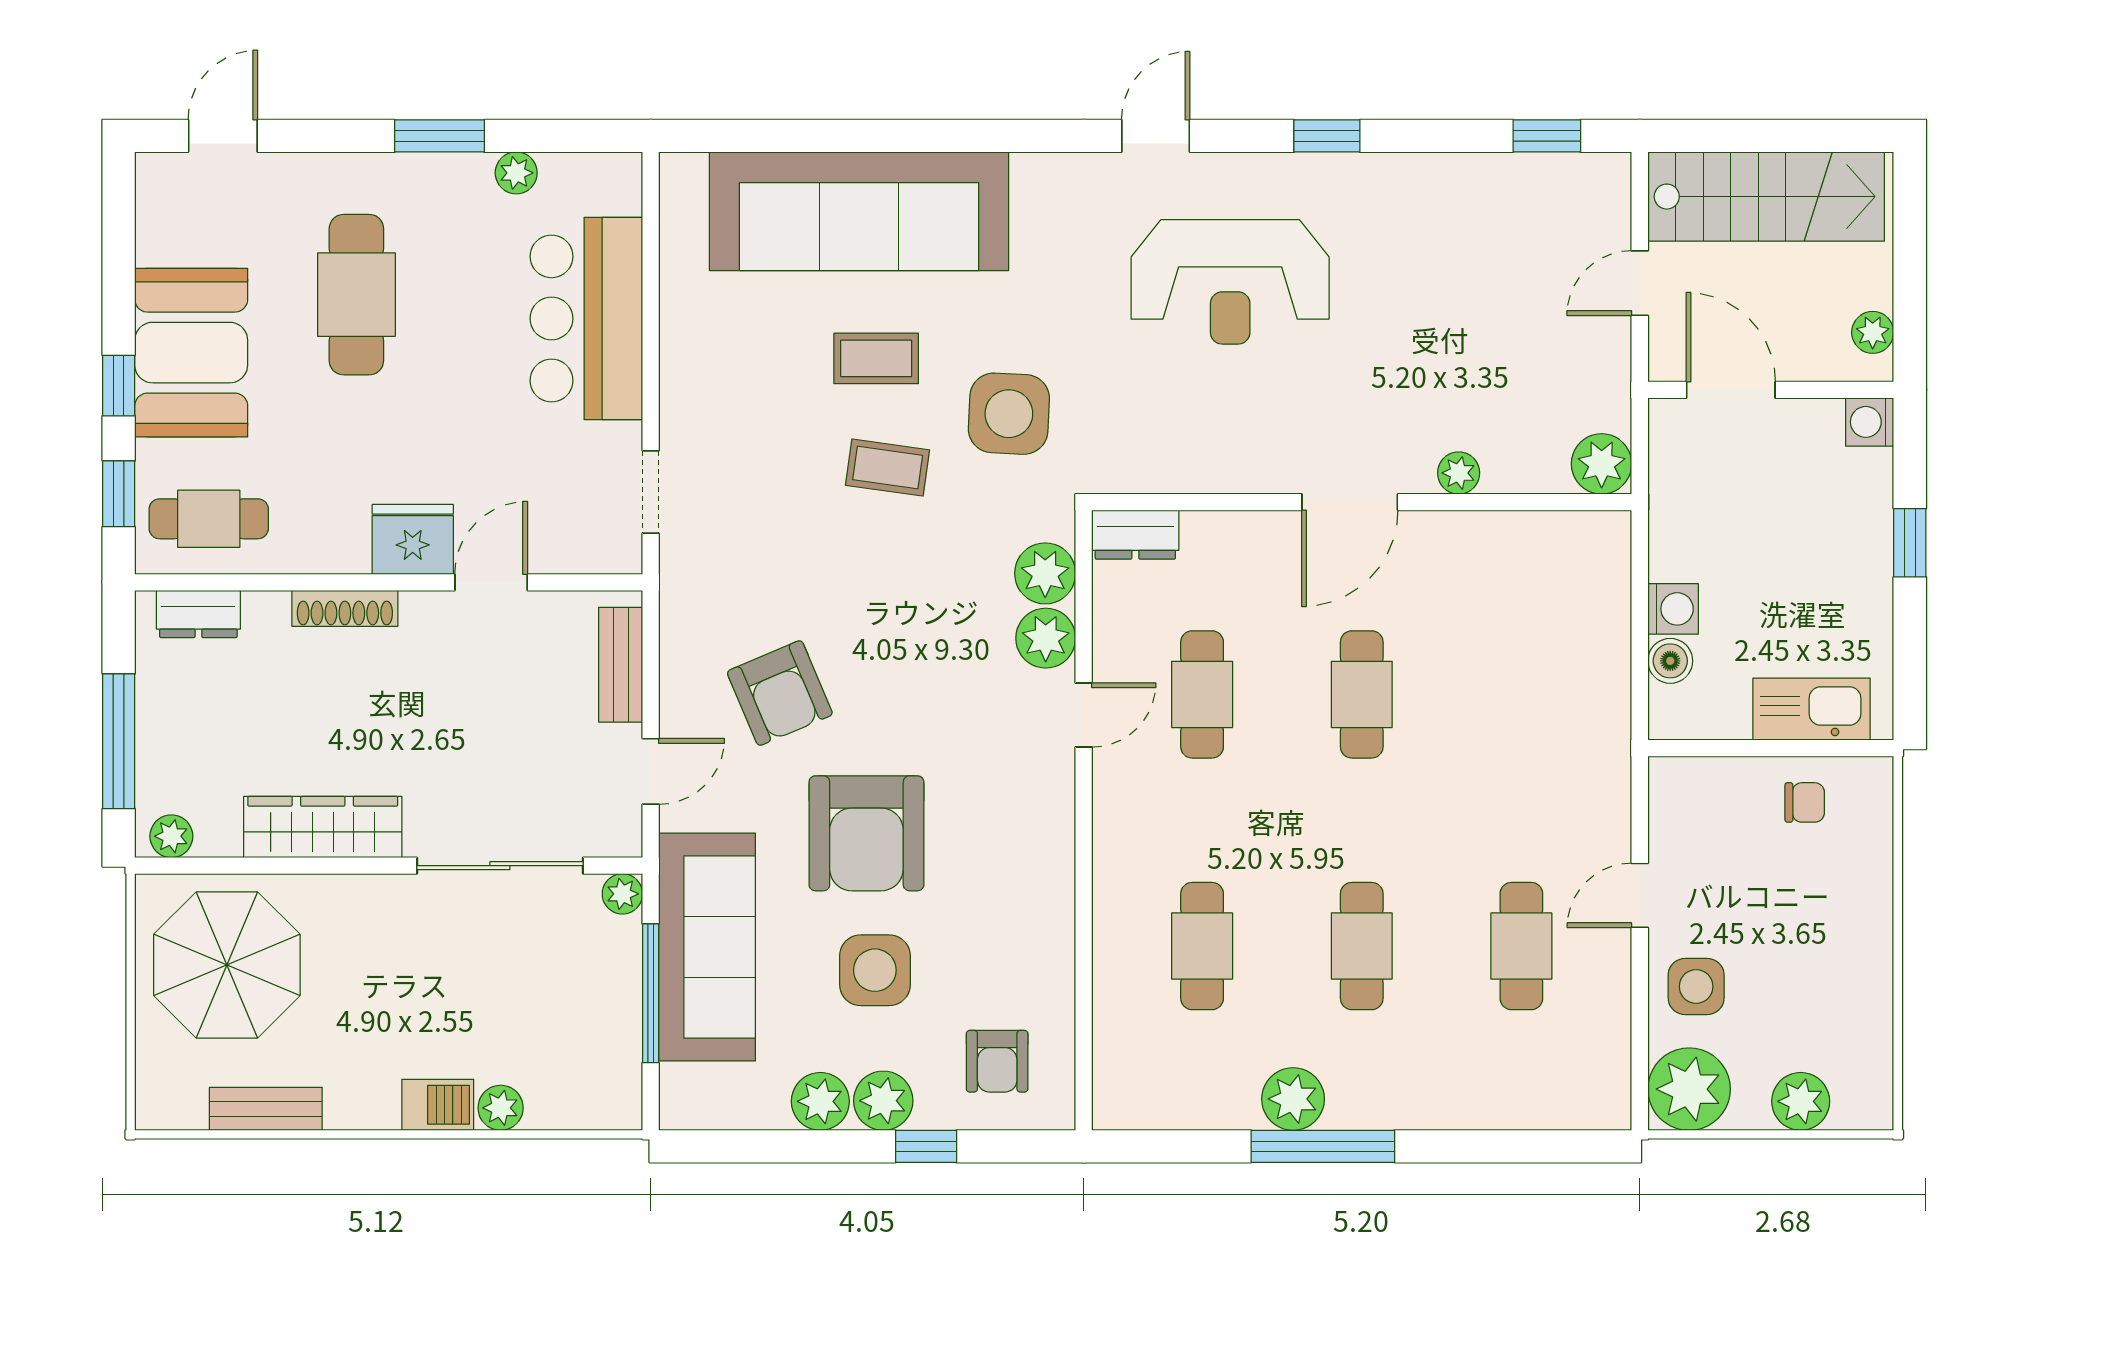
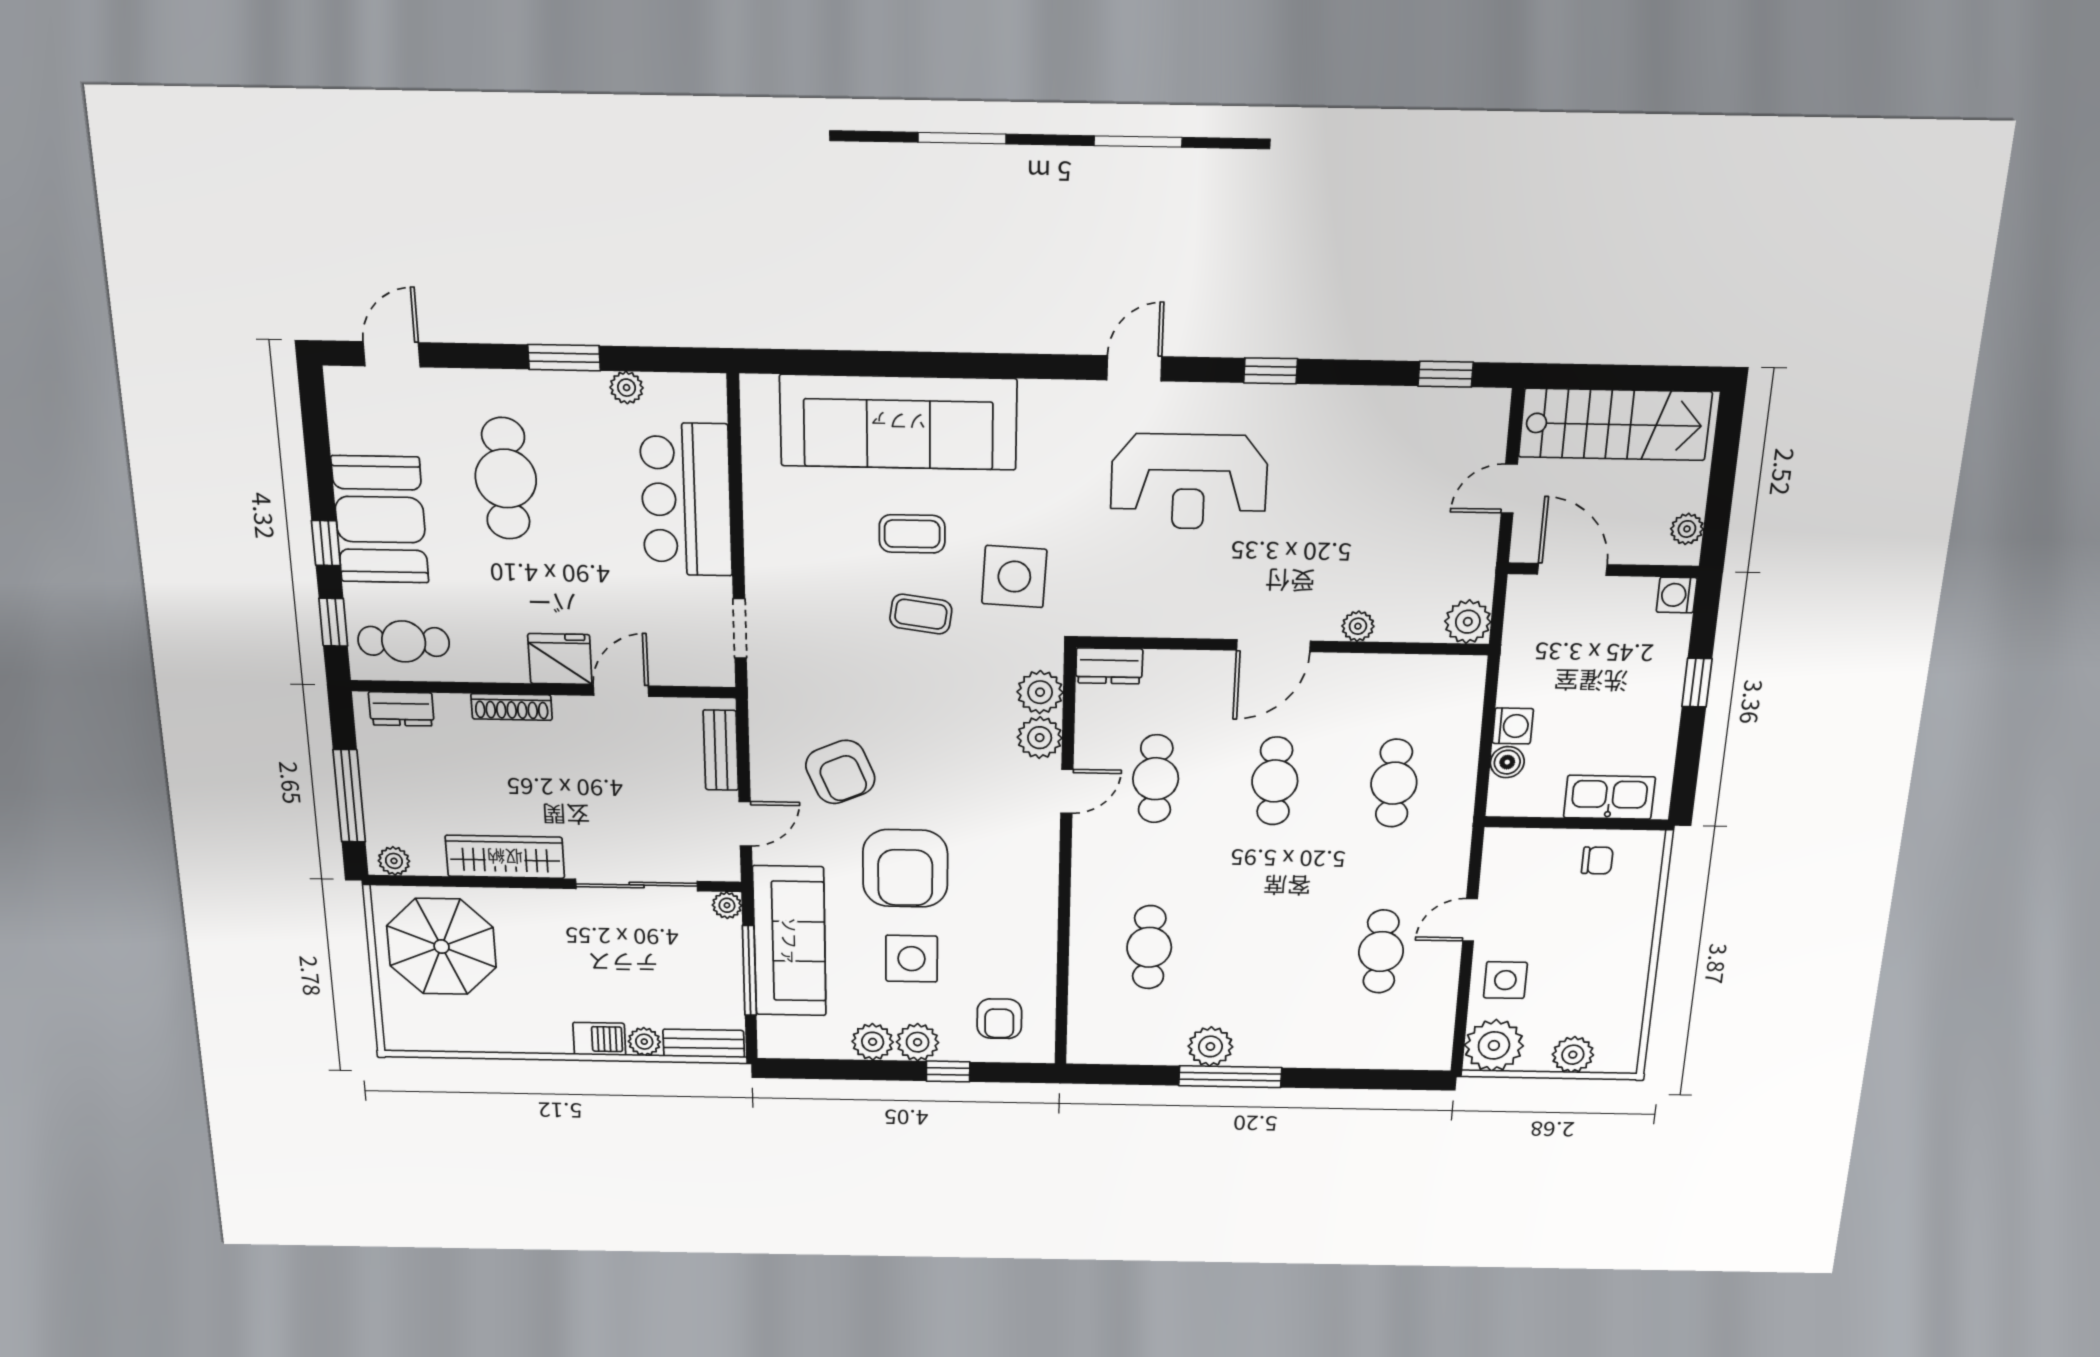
cafe table: (1362, 946) -> (1394, 783), moved
bench: (266, 1109) -> (704, 1043), moved

